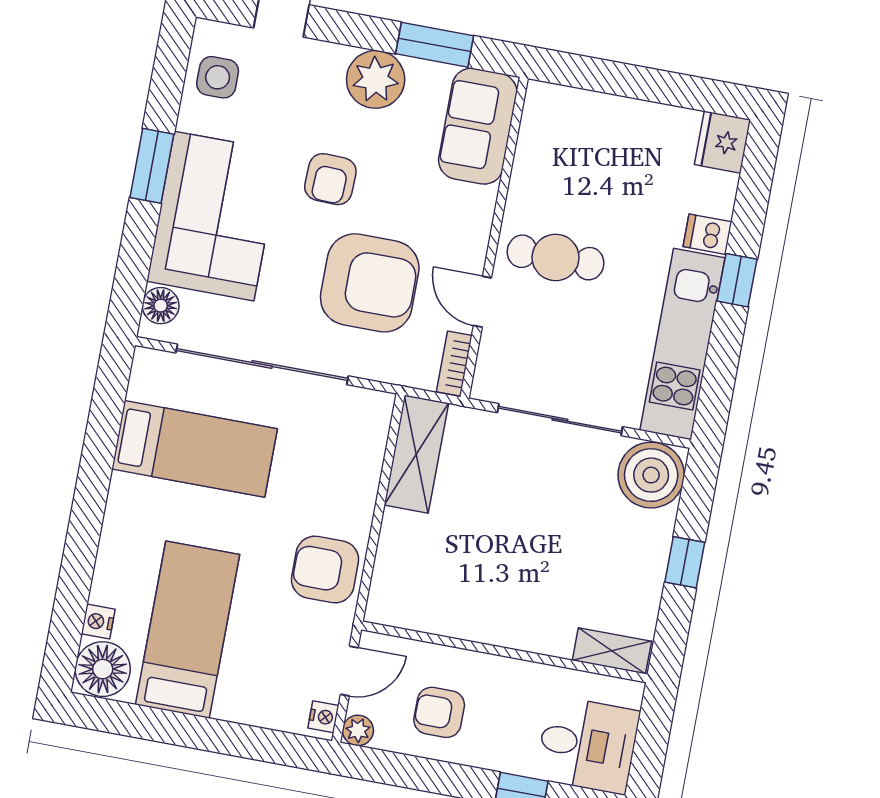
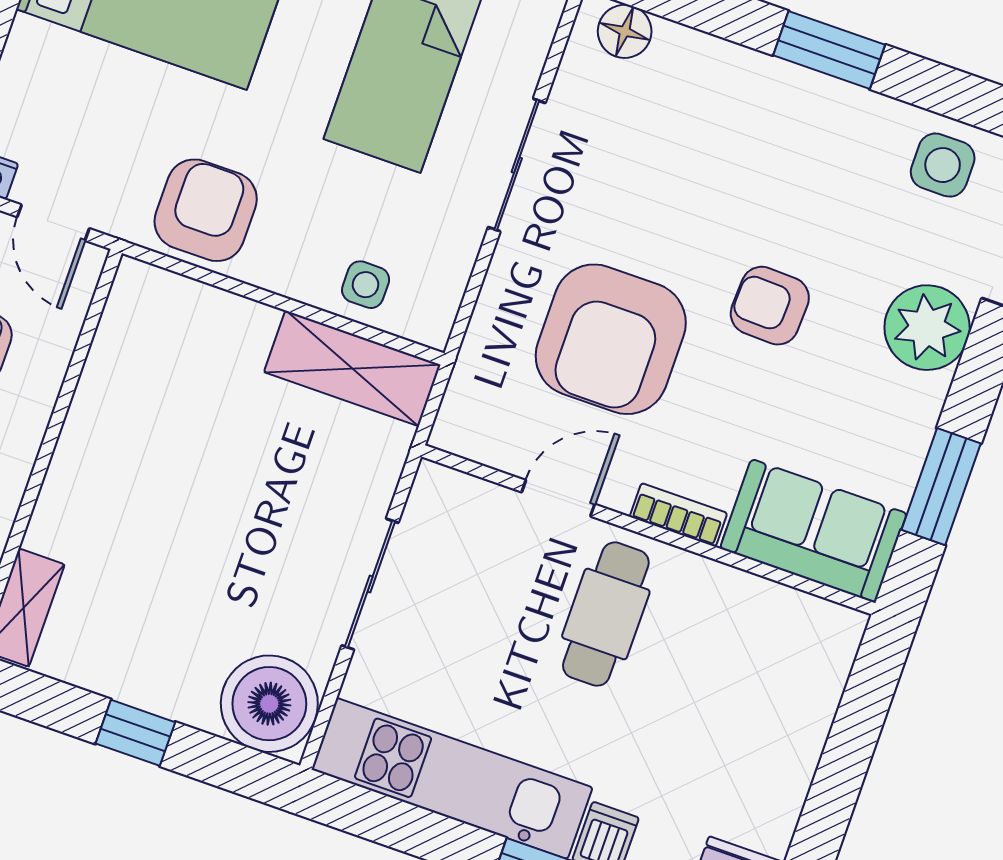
plant: (376, 79) -> (927, 328), moved
corner sofa: (214, 216) -> (742, 129), removed
sliding door: (262, 364) -> (517, 165), width x0.54
bookcase: (454, 364) -> (678, 515), moved
sliding door: (560, 420) -> (370, 584), width x0.73
side table: (358, 454) -> (366, 285), added

